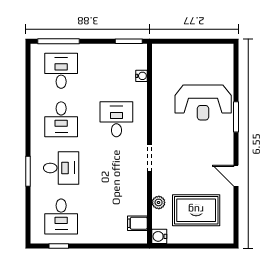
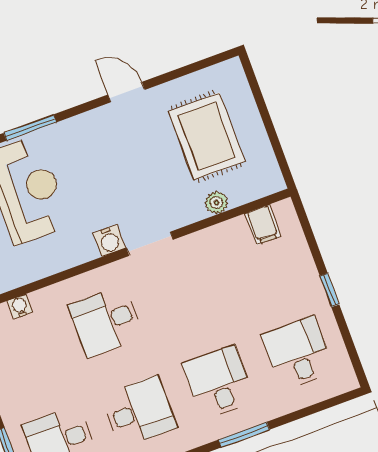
door: (236, 176) -> (126, 92), swing flipped
desk: (61, 217) -> (298, 353), turned -90
water cooler: (159, 236) -> (109, 241), moved
window: (59, 246) -> (330, 290), moved

